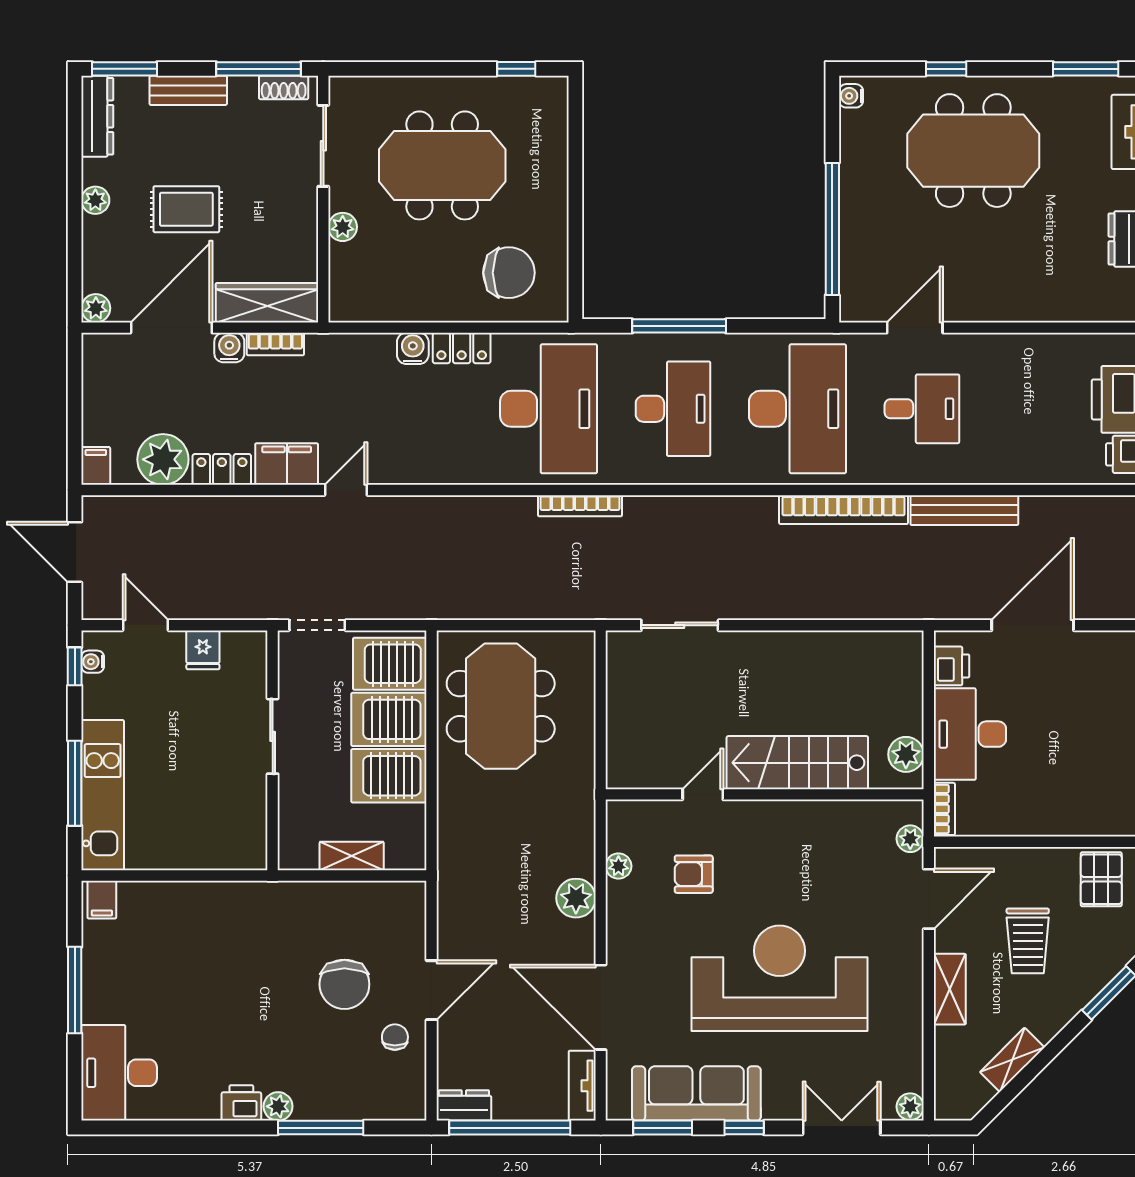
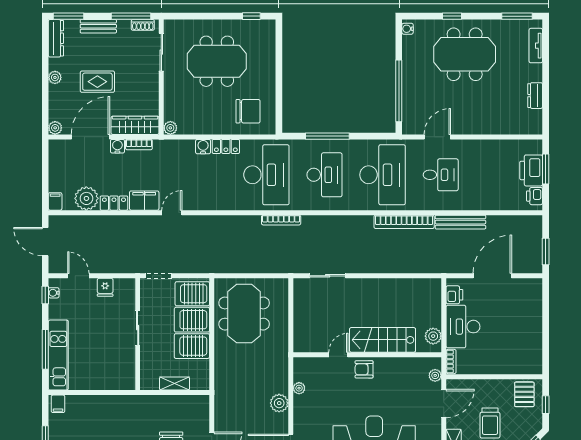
plant: (343, 227) -> (170, 128), moved
armchair: (694, 874) -> (364, 369), moved

